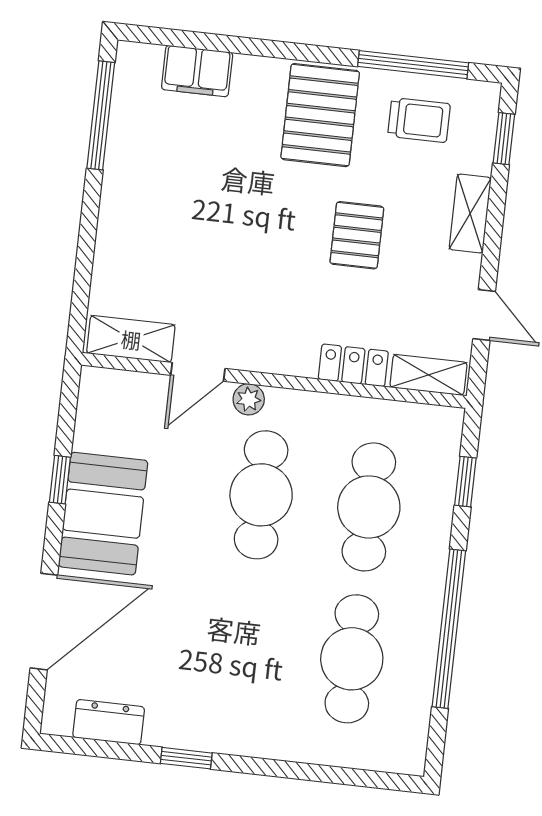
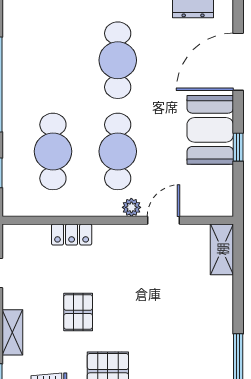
shelving: (131, 339) -> (222, 249), moved, turned 90
shelving: (428, 375) -> (26, 234), removed
cafe table: (352, 659) -> (118, 60), moved

